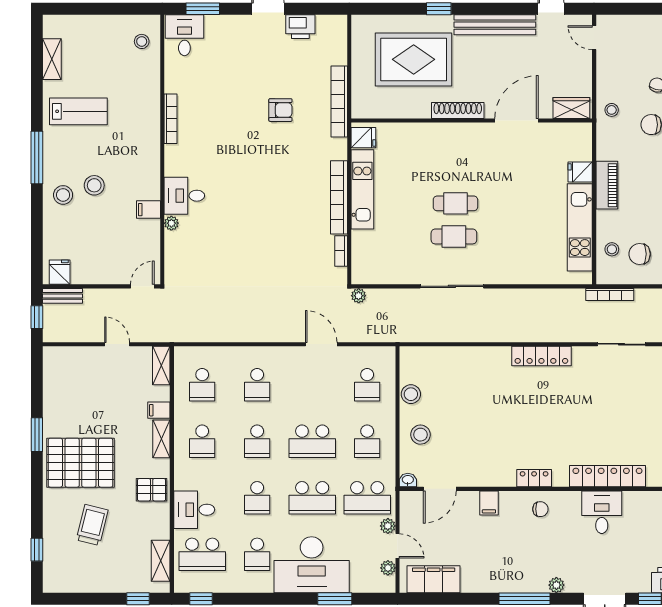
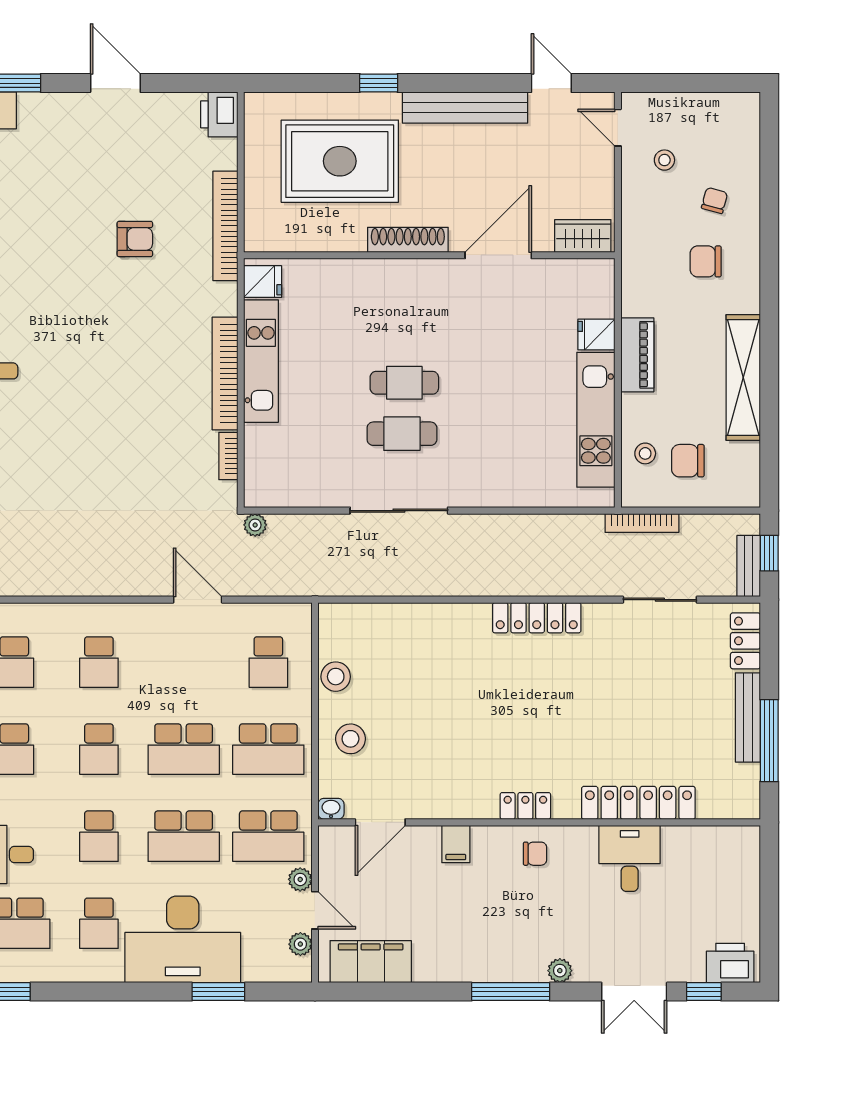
printer: (300, 27) -> (219, 114), moved, turned 90
stool: (612, 110) -> (664, 160), moved
school desk: (367, 441) -> (268, 749), width x1.85

